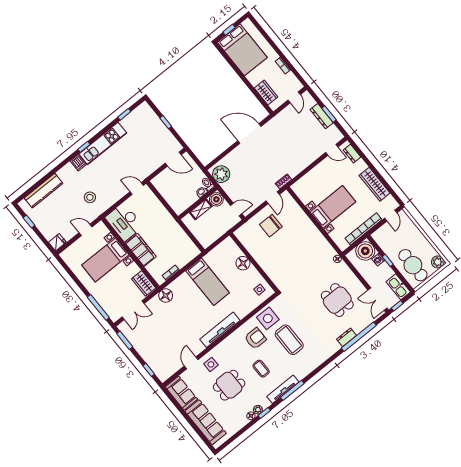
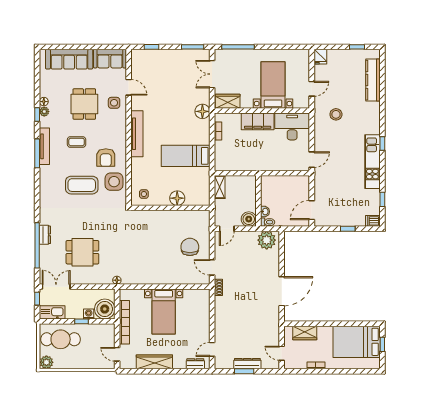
dishwasher: (78, 163) -> (373, 221), moved
shelving: (201, 209) -> (220, 187), moved

